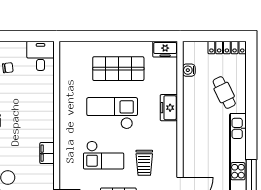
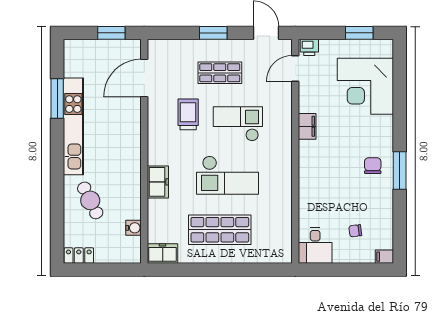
locker: (227, 48) -> (79, 256), width x0.66

